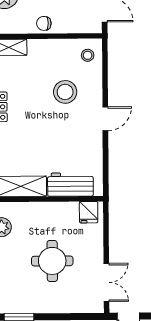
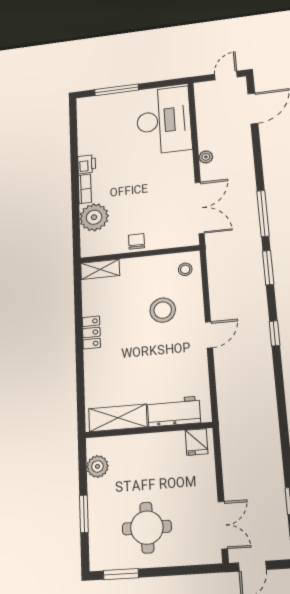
chair: (44, 23) -> (137, 241), turned 90
round table: (52, 261) -> (147, 528), moved

